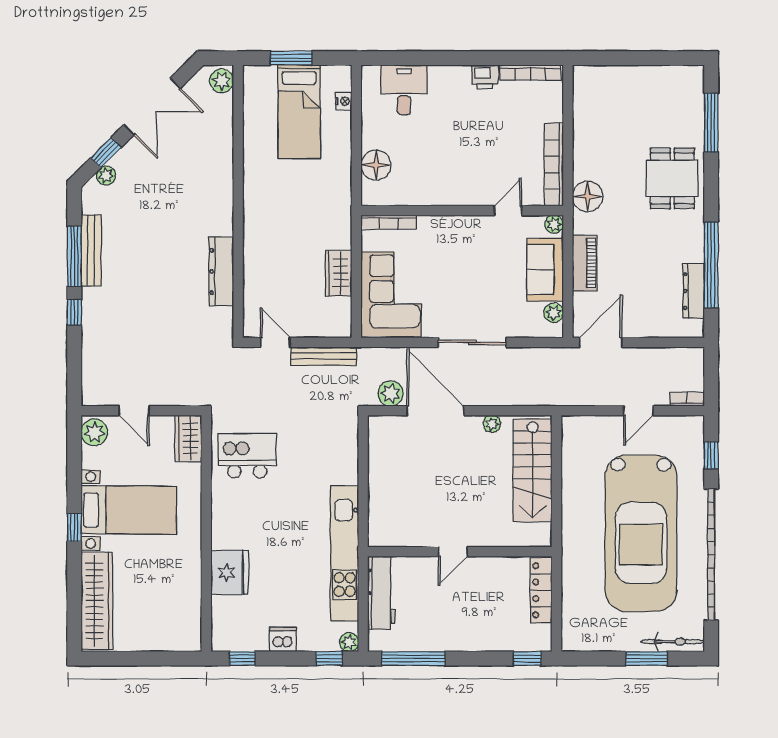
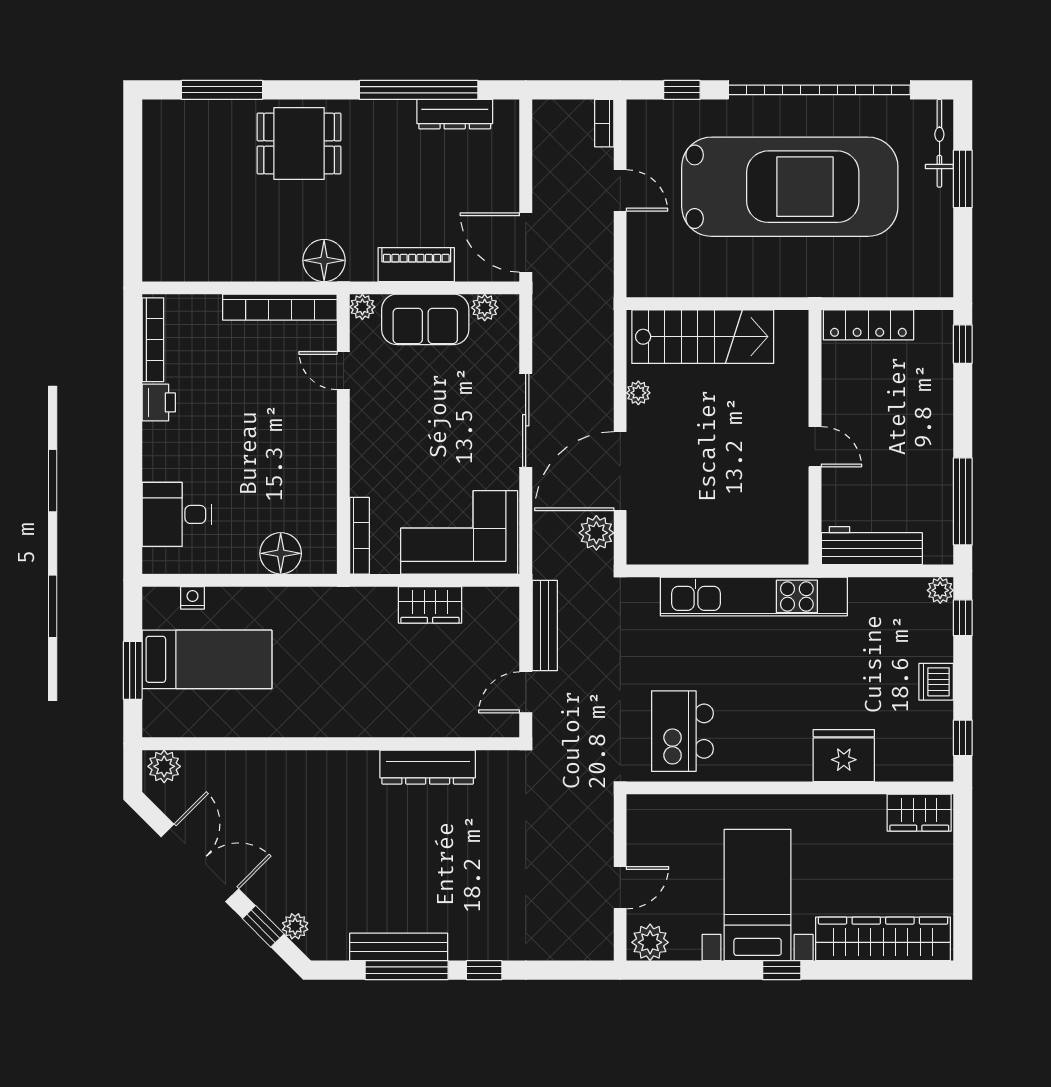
wardrobe: (188, 438) -> (919, 813), moved
kitchen unit: (345, 553) -> (754, 596), moved

